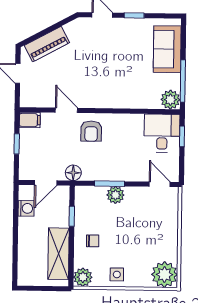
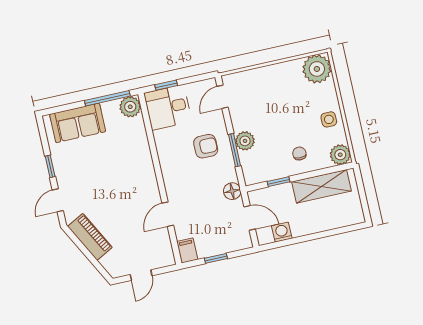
piano: (47, 44) -> (90, 237), moved
armchair: (91, 131) -> (206, 146), moved

